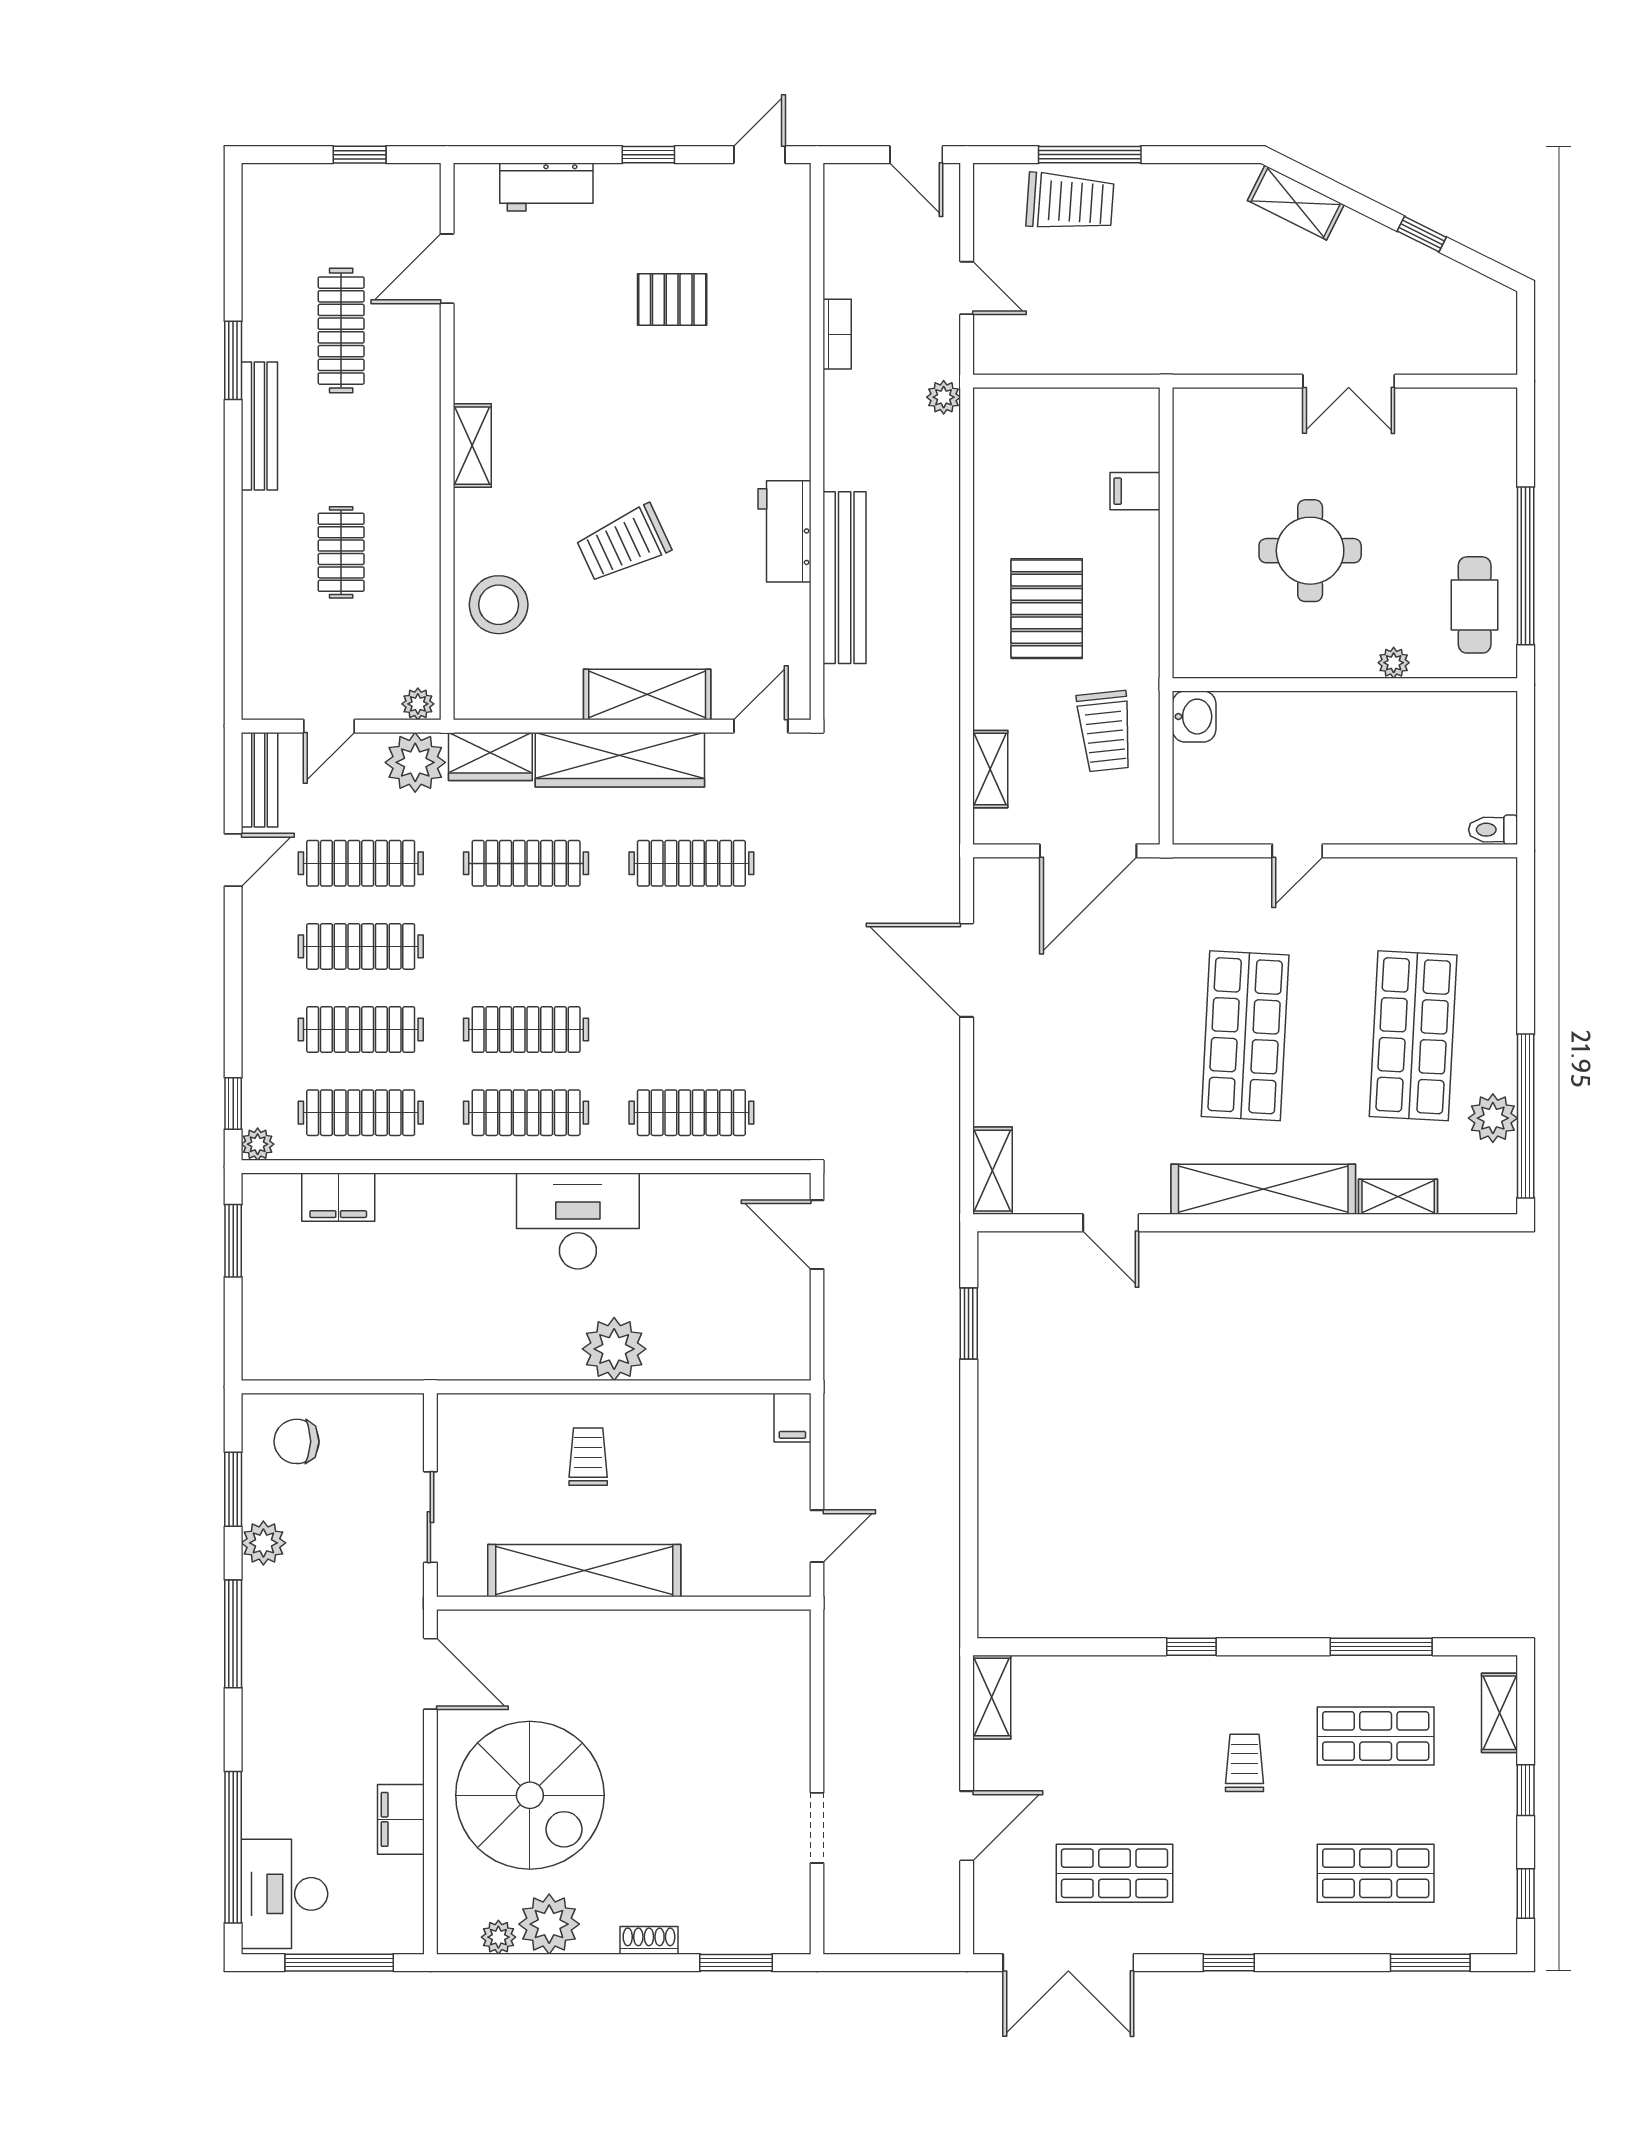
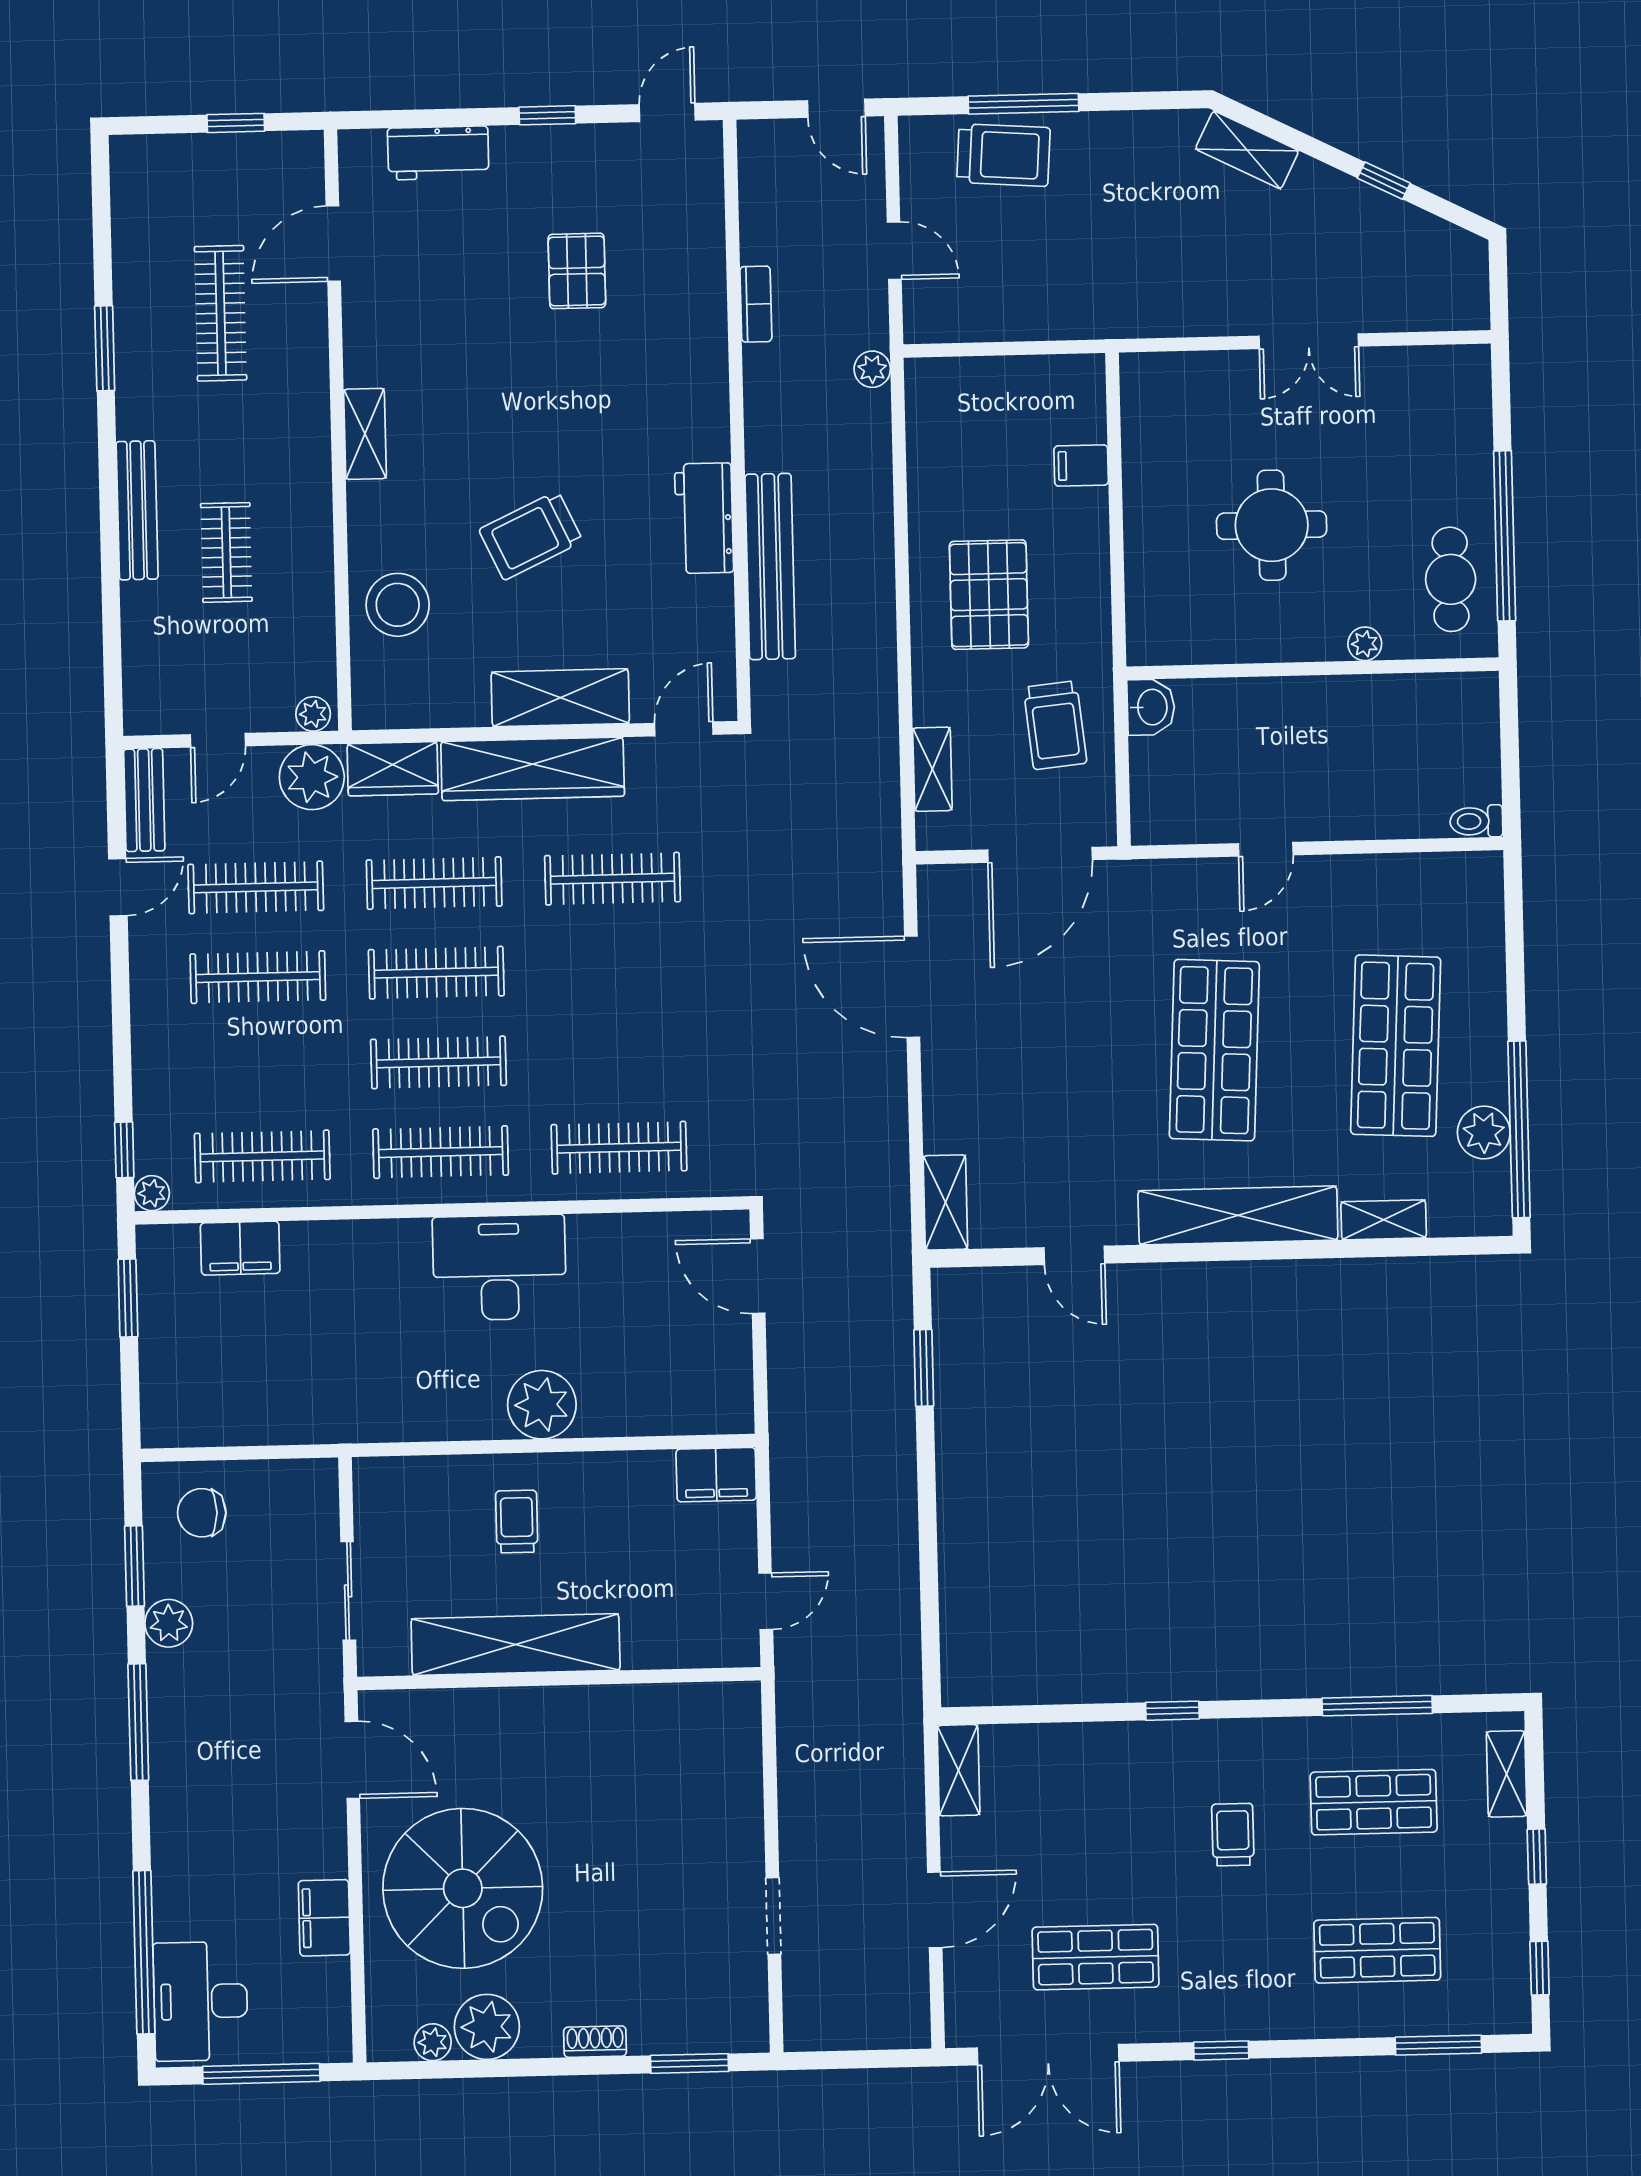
pallet: (672, 299) -> (577, 271), turned 90
bench: (259, 426) -> (137, 510), moved
clothes rail: (361, 1030) -> (436, 973), moved
filing cabinet: (792, 1418) -> (716, 1475), width x2.00

